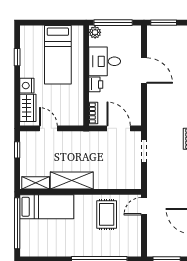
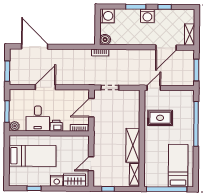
window: (113, 23) -> (7, 111), width x0.69
door: (144, 206) -> (154, 88), swing flipped
bed: (47, 207) -> (178, 166), moved

